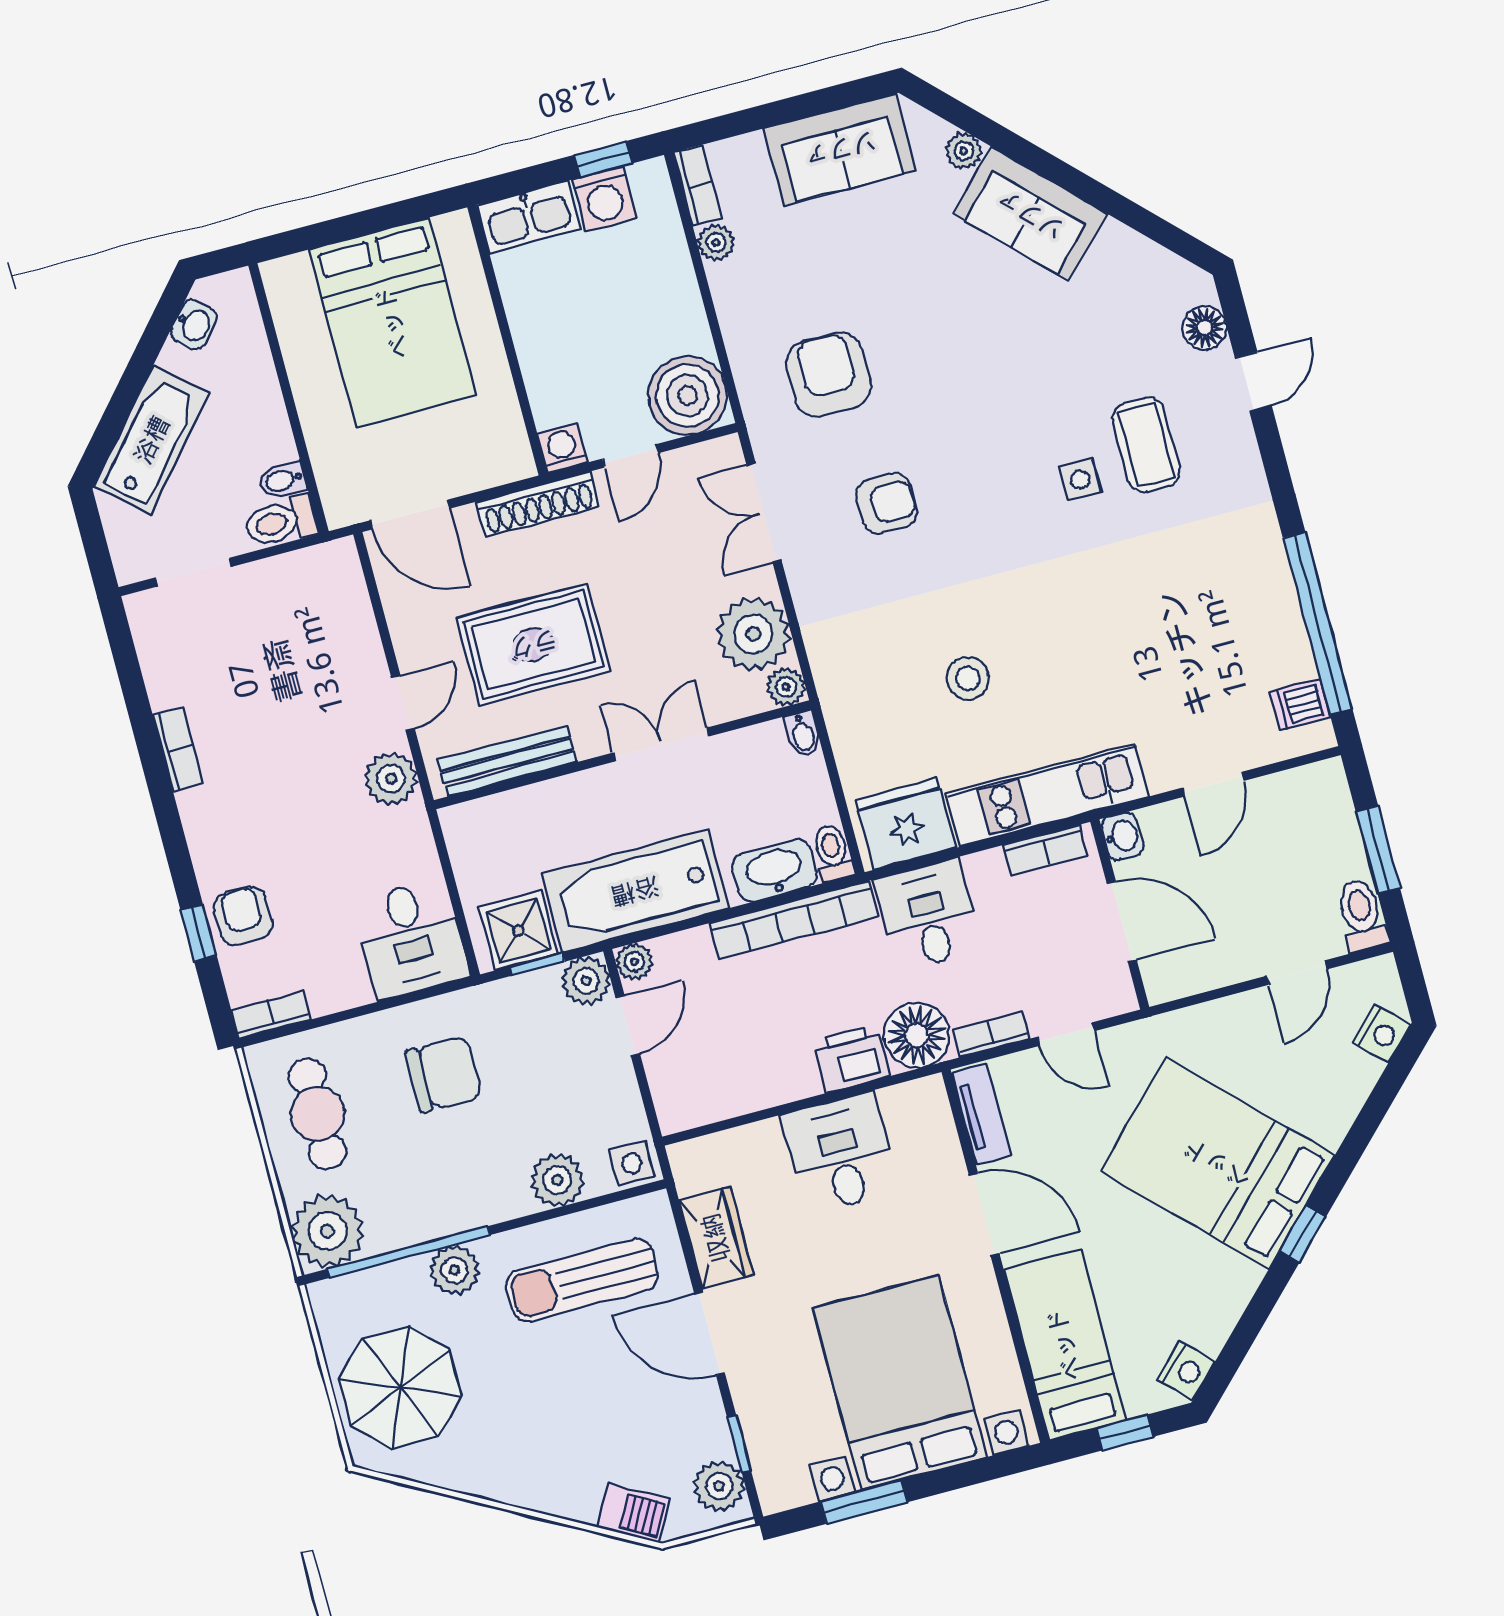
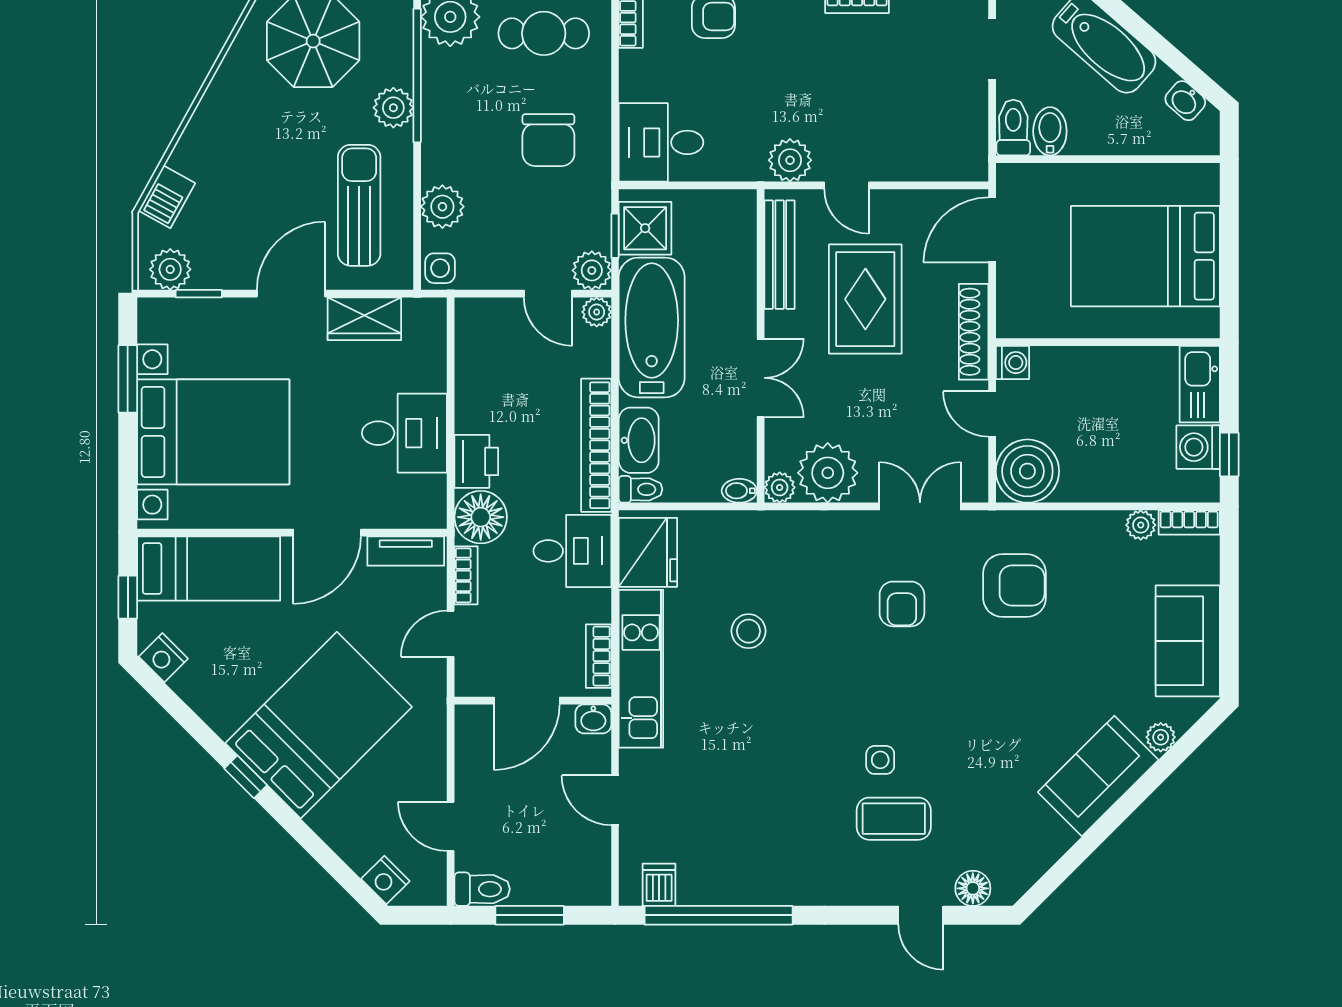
bidet: (283, 480) -> (1050, 131), width x1.38, depth x1.36

